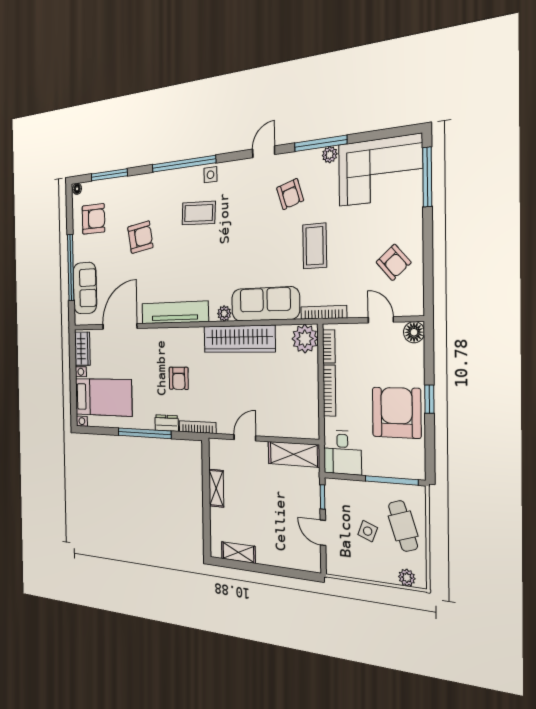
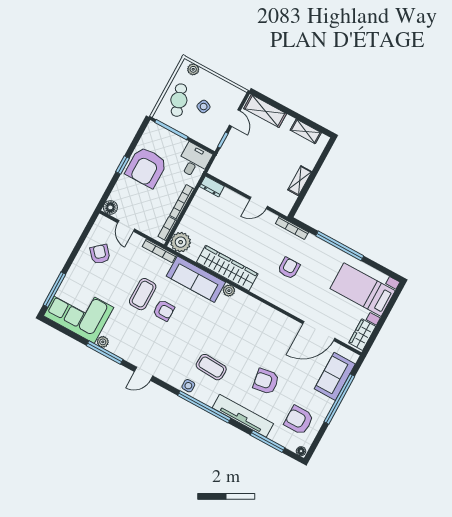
armchair: (290, 194) -> (164, 311), moved, turned 107
tv unit: (175, 312) -> (243, 416), moved, turned 180
dresser: (167, 423) -> (212, 186), moved
shelving: (294, 454) -> (265, 111), moved

